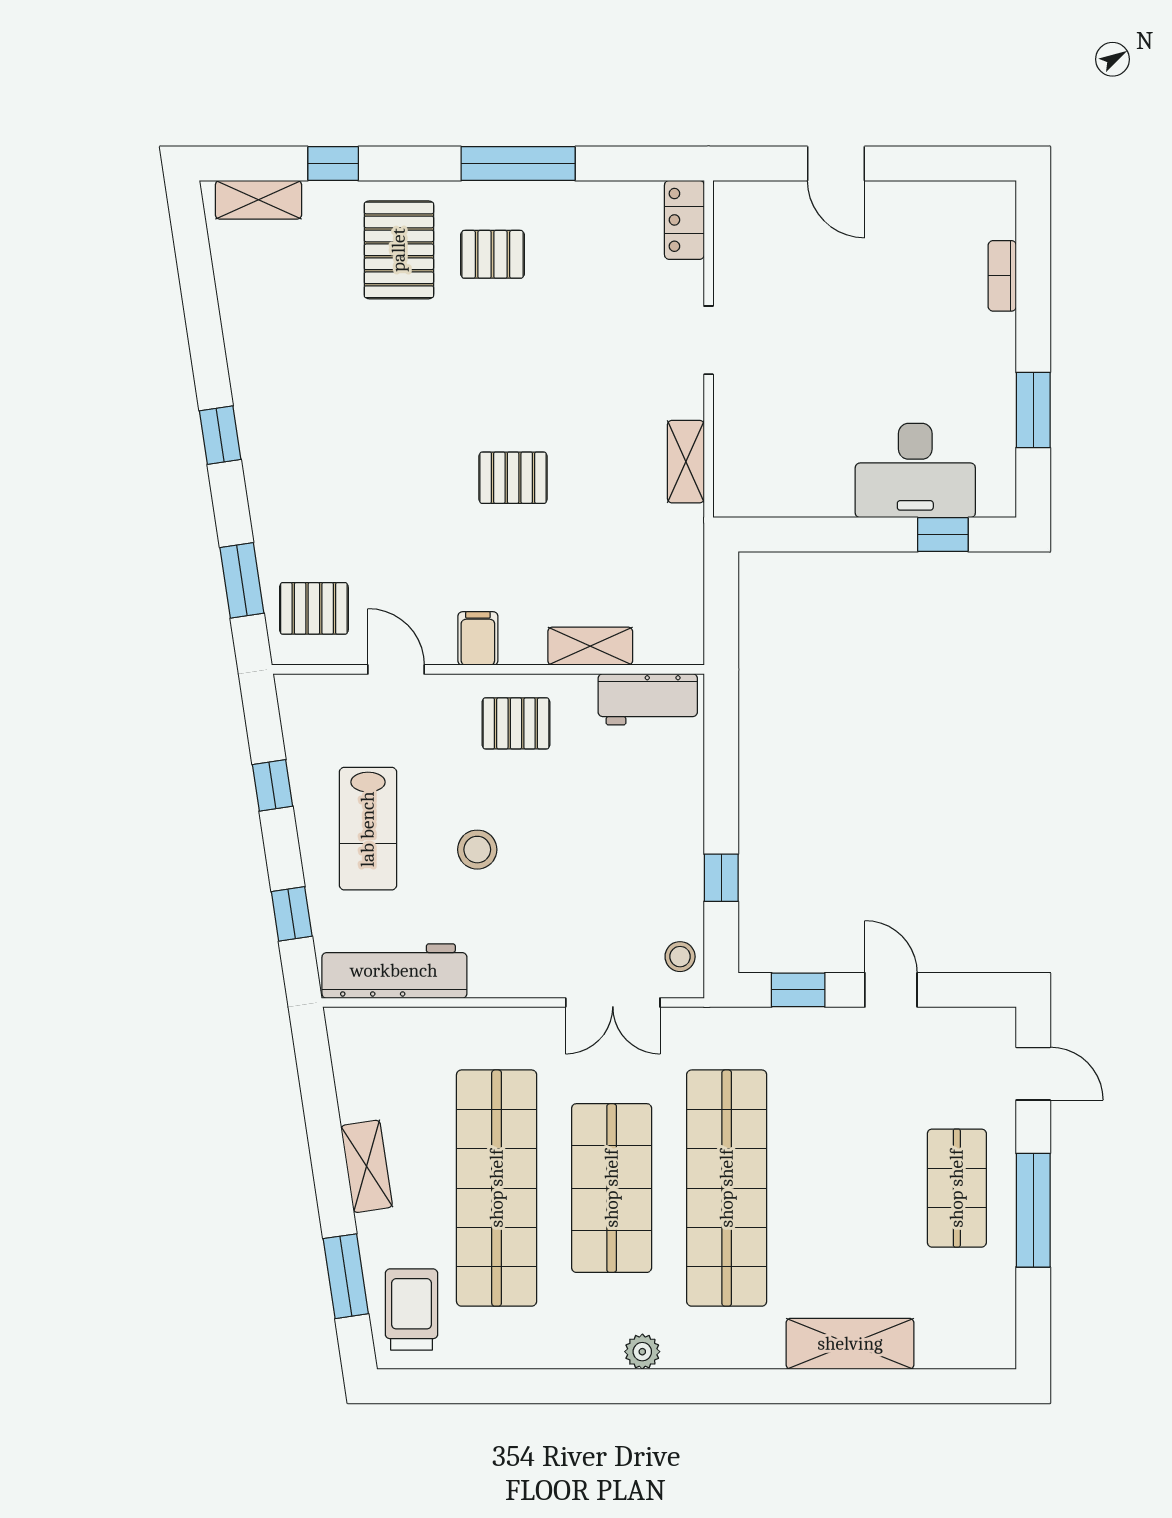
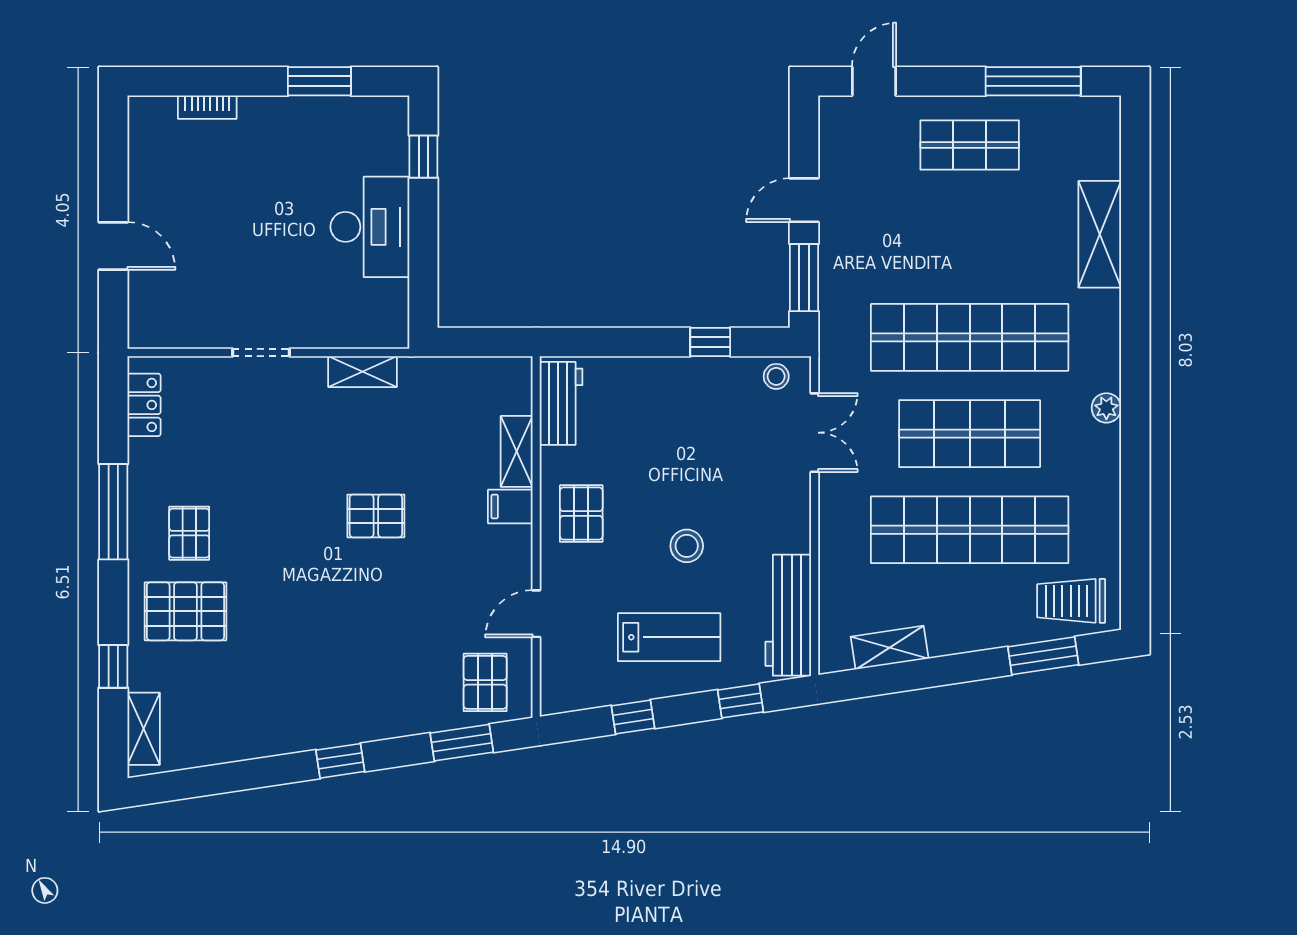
door: (836, 164) -> (113, 246), hinge flipped
locker: (684, 220) -> (144, 405), moved, turned -90
desk: (915, 471) -> (370, 227), moved
pallet: (513, 478) -> (376, 516), turned 90
filing cabinet: (478, 638) -> (510, 506), moved
window: (798, 990) -> (804, 278), width x1.50
shelving: (367, 1166) -> (890, 648), moved
window: (1033, 1210) -> (1033, 81), moved

